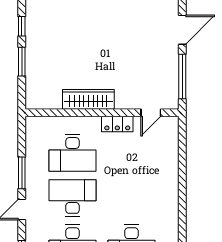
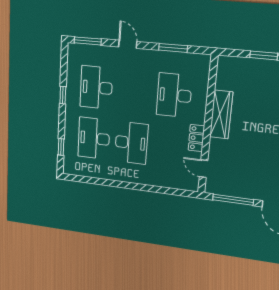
window: (22, 173) -> (173, 48), moved
desk: (73, 198) -> (131, 143), moved

